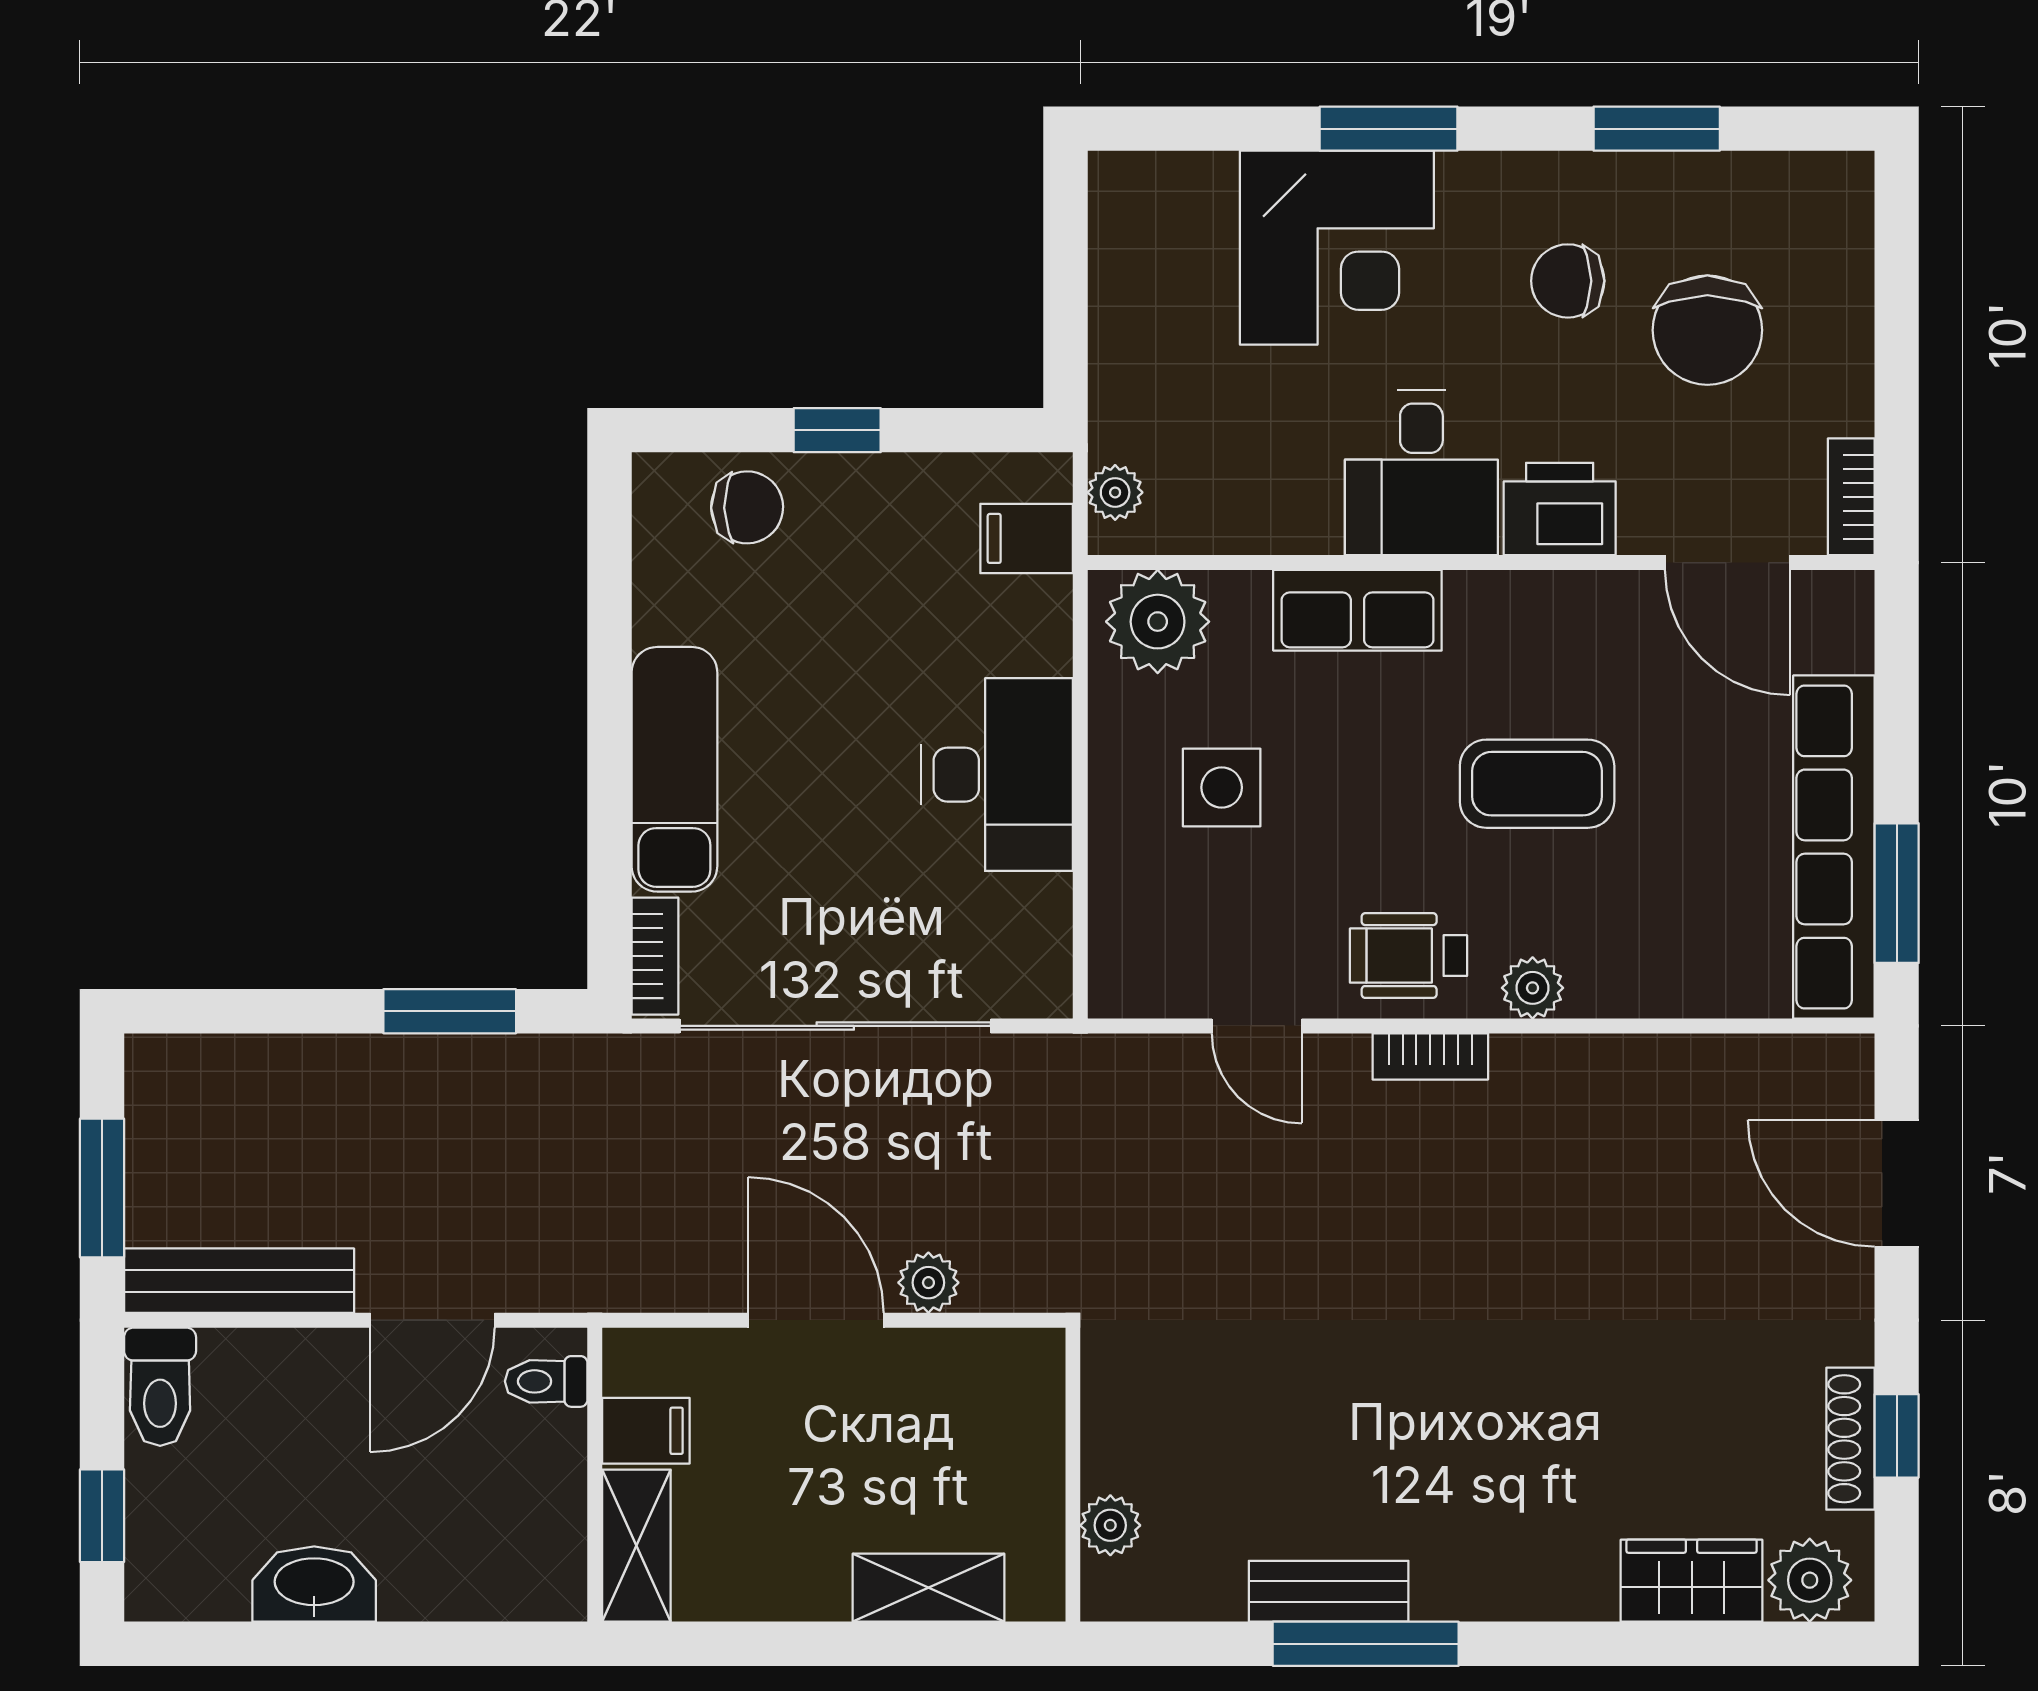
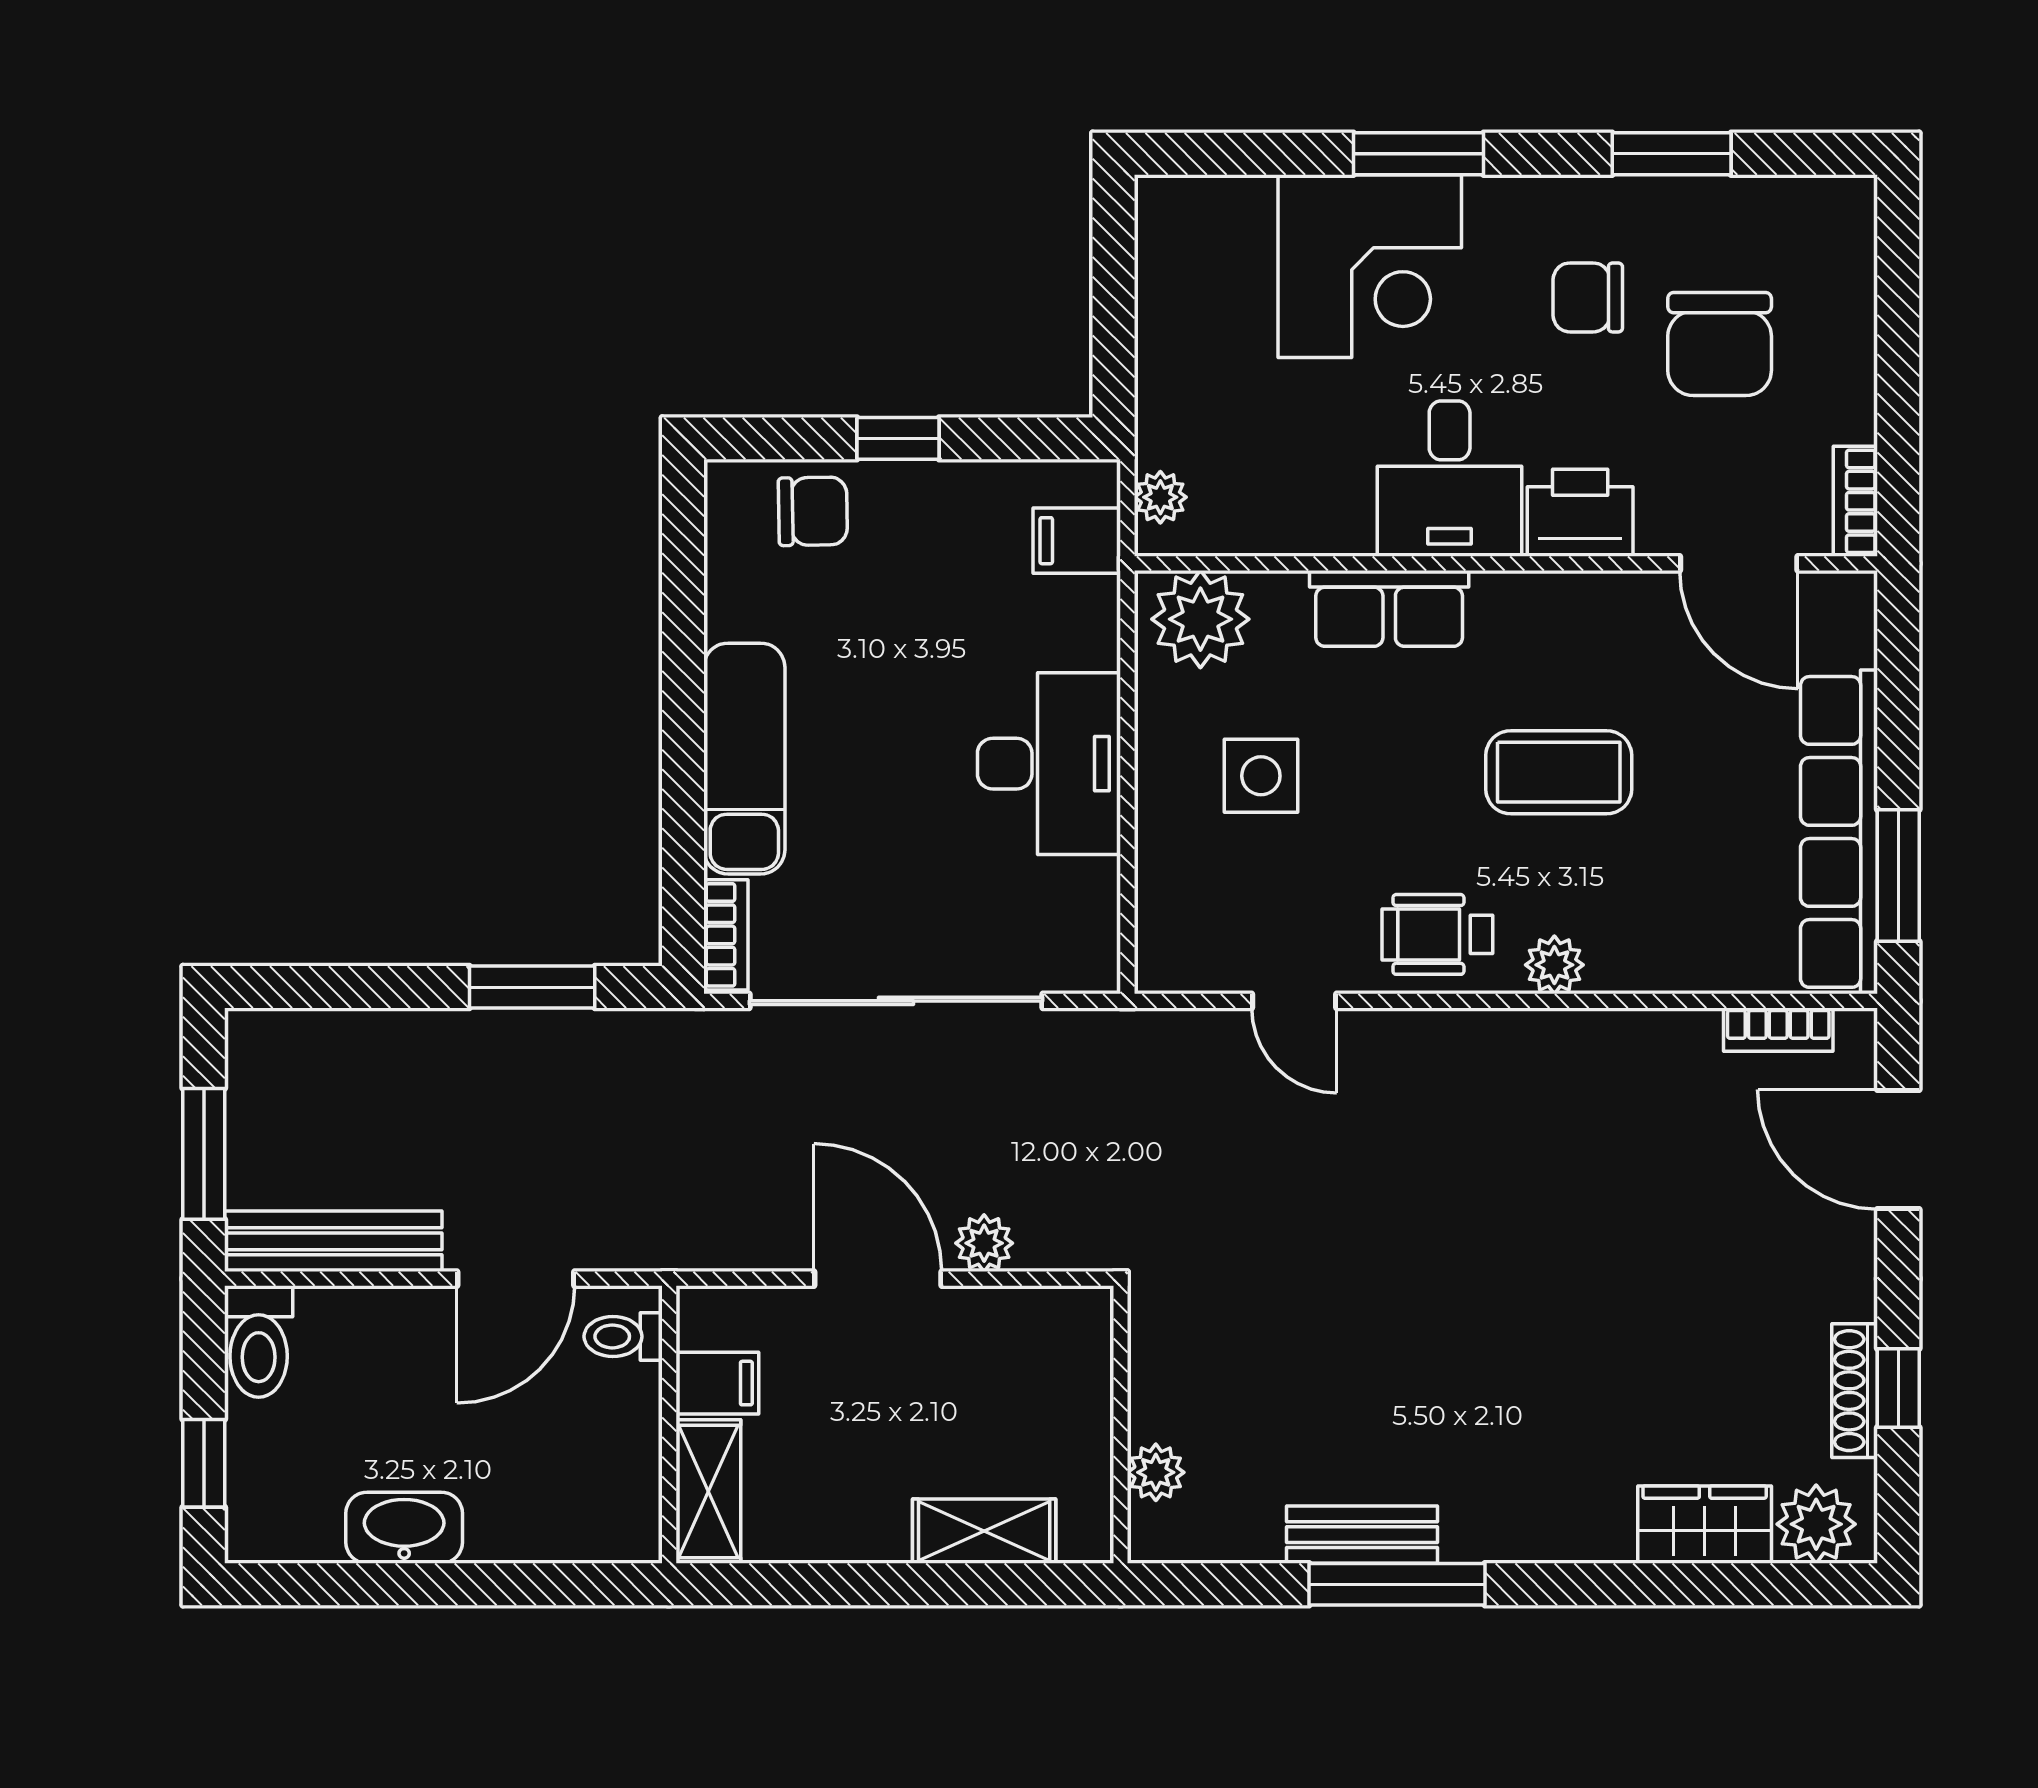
bookcase: (1430, 1056) -> (1778, 1030), moved

